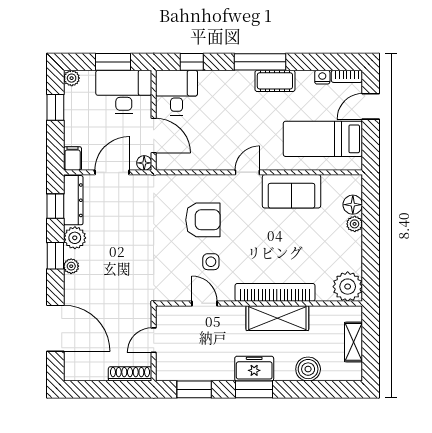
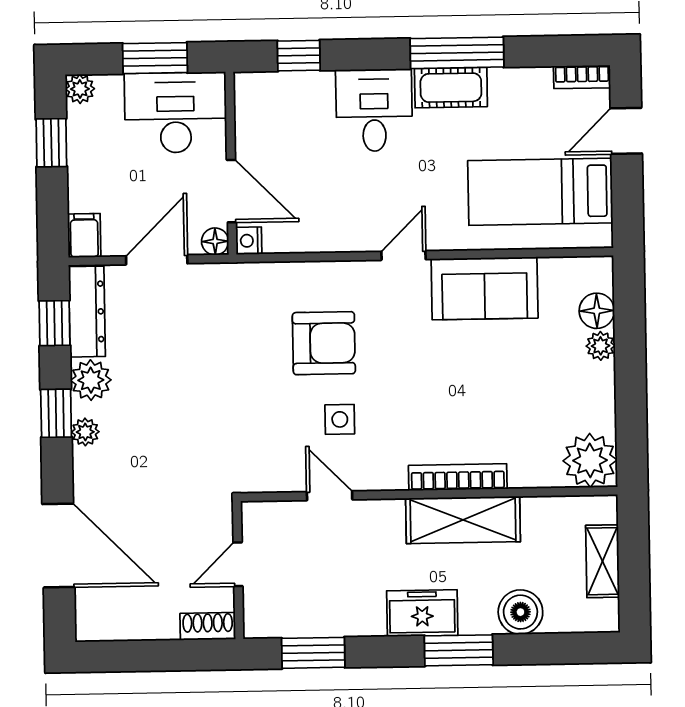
window: (260, 62) -> (457, 53), moved
nightstand: (322, 77) -> (249, 241), moved, turned -90
desk: (177, 93) -> (374, 110), moved
bookcase: (275, 292) -> (458, 477), width x0.68, depth x0.76
shoe rack: (130, 374) -> (208, 626), width x0.70
window: (254, 389) -> (459, 650), moved

